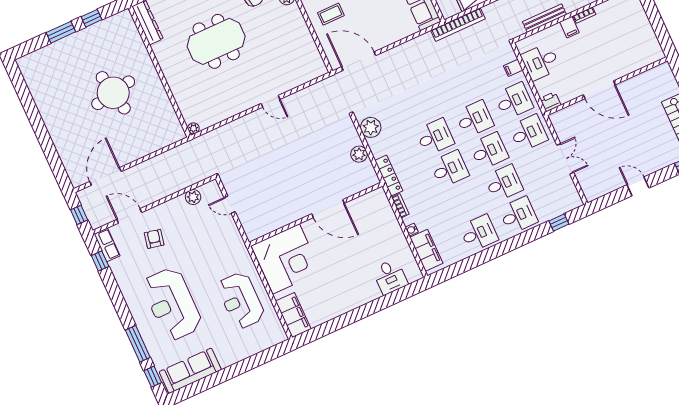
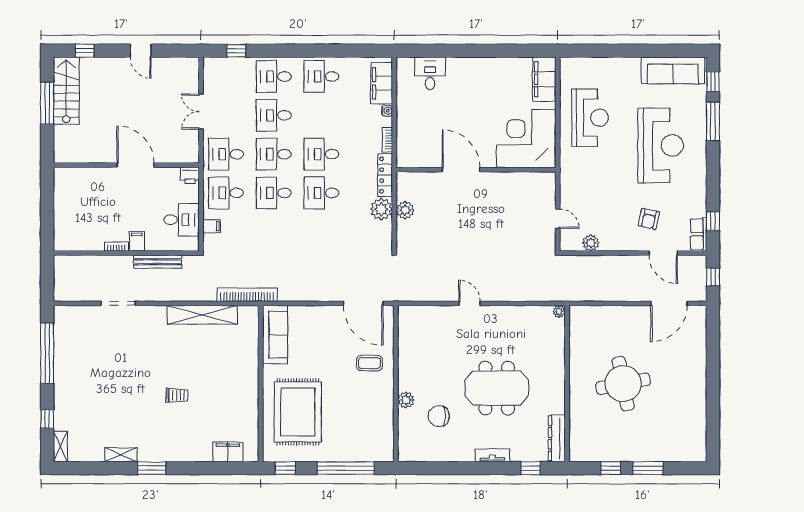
plant: (371, 127) -> (381, 209), moved

